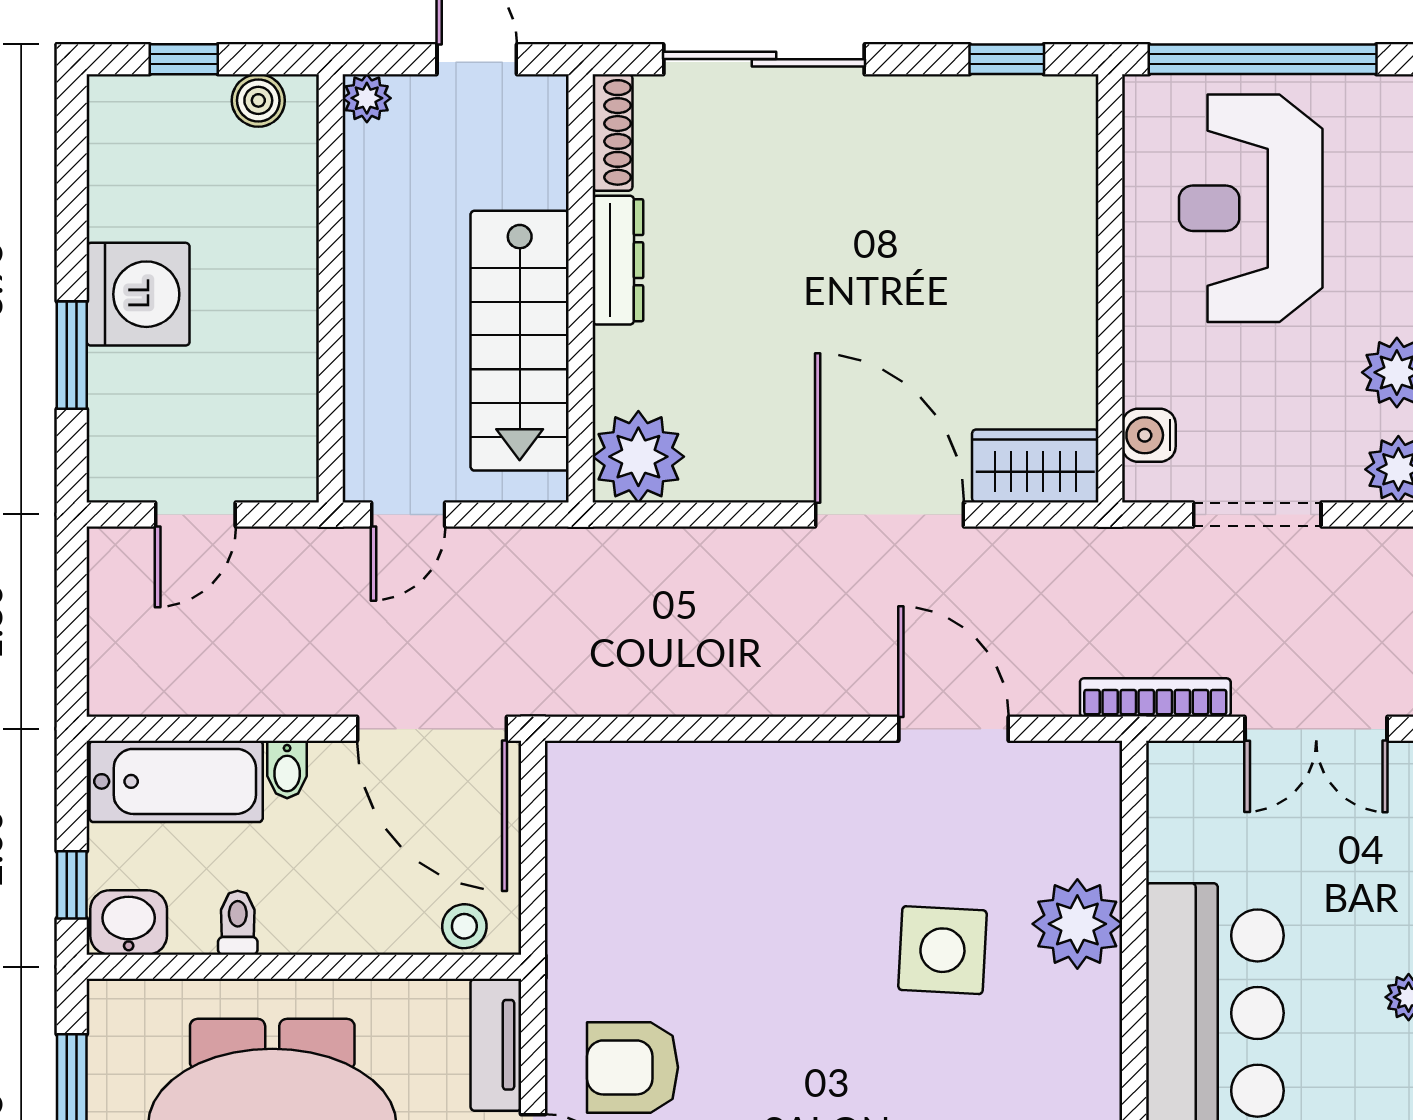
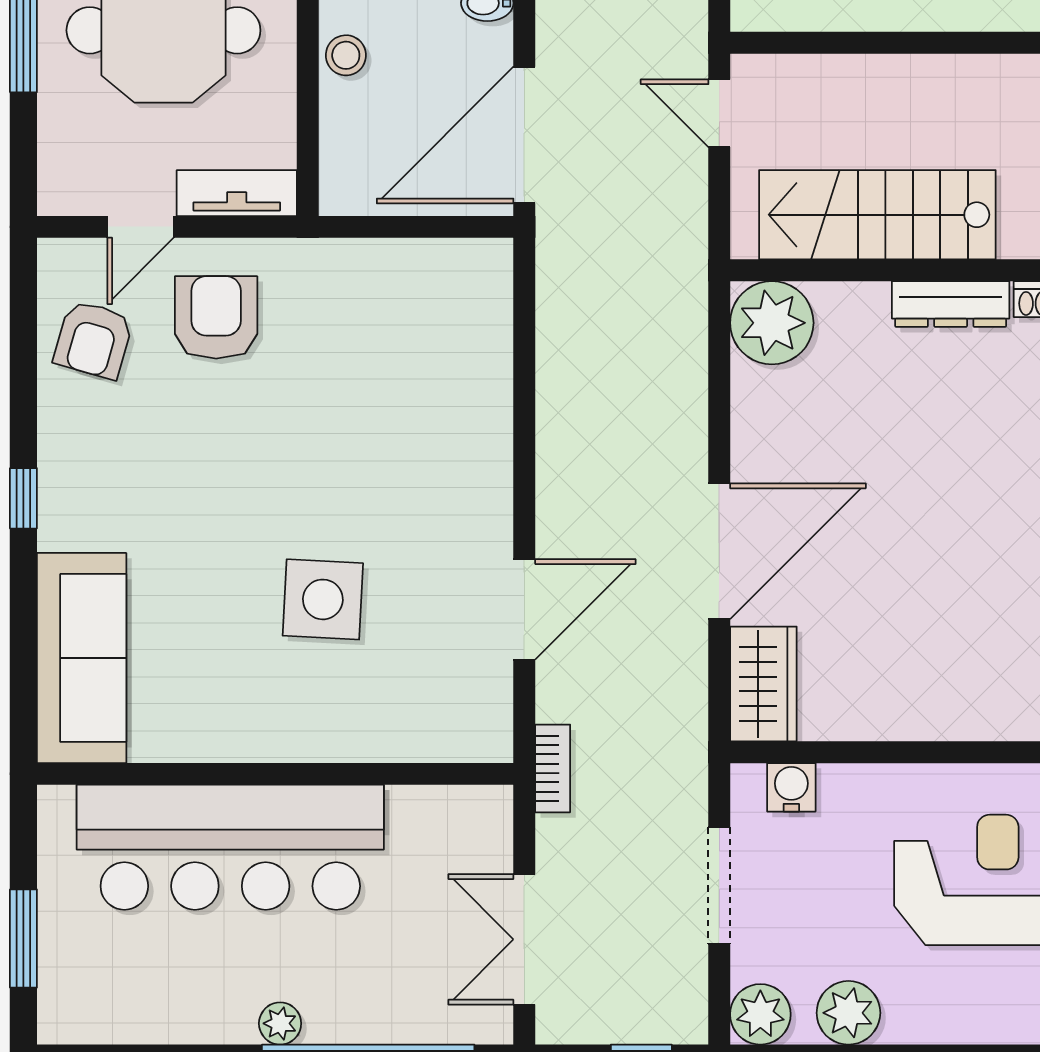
bookcase: (1155, 698) -> (553, 768), width x0.64
plant: (1077, 924) -> (347, 722), removed
stool: (464, 926) -> (346, 55), moved

